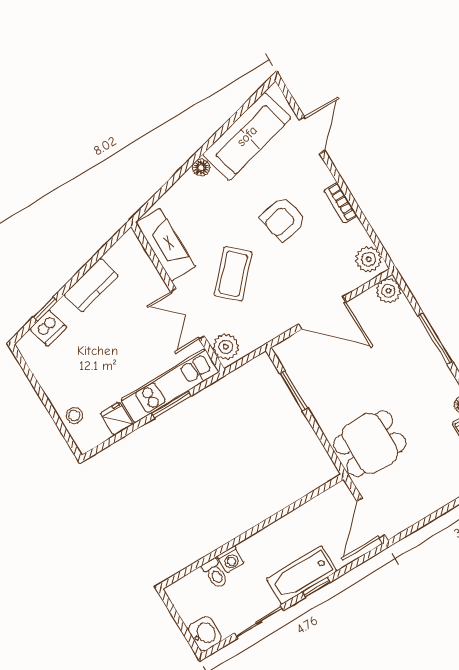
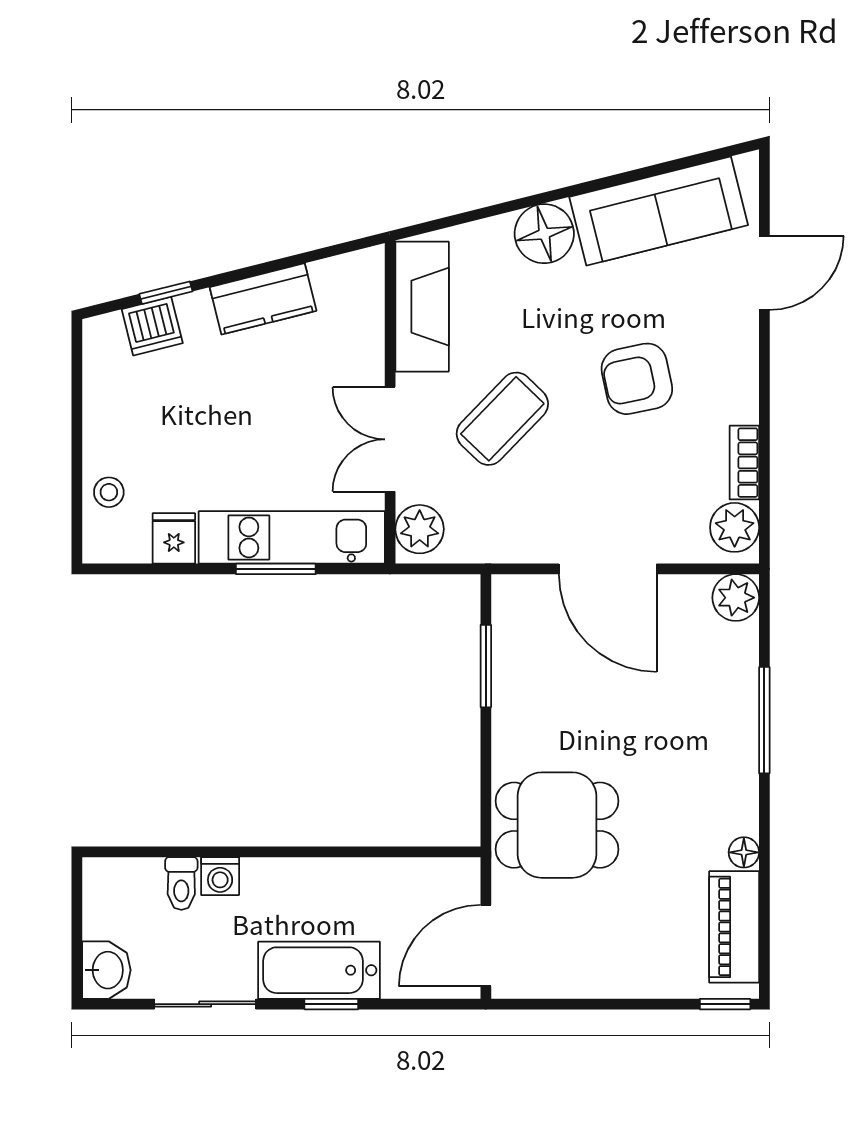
floor lamp: (201, 168) -> (544, 234), width x1.89, depth x1.89
bookcase: (341, 203) -> (744, 463), moved

